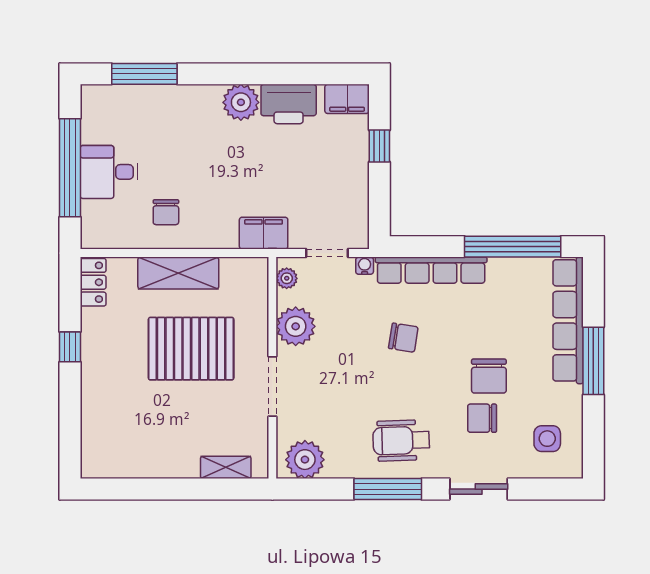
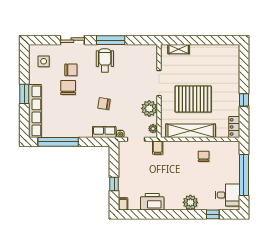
window: (144, 74) -> (213, 214), width x0.46
filing cabinet: (347, 99) -> (123, 204), width x0.50
plant: (241, 102) -> (190, 202), moved
desk: (109, 172) -> (228, 195), moved
filing cabinet: (264, 233) -> (158, 148), width x0.50
row of seats: (431, 270) -> (104, 132), width x0.50
shelving: (178, 273) -> (191, 131), width x1.47
window: (593, 361) -> (24, 94), width x0.69
wheelchair: (401, 440) -> (105, 60), turned -88
plant: (305, 460) -> (145, 52), removed

